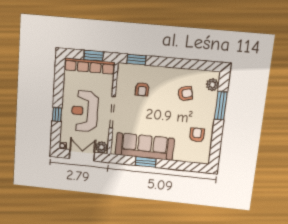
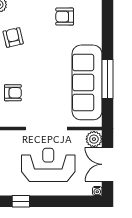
reception desk: (85, 111) -> (48, 165), turned 180
window: (57, 114) -> (21, 201), moved
window: (146, 162) -> (108, 79), width x1.44

